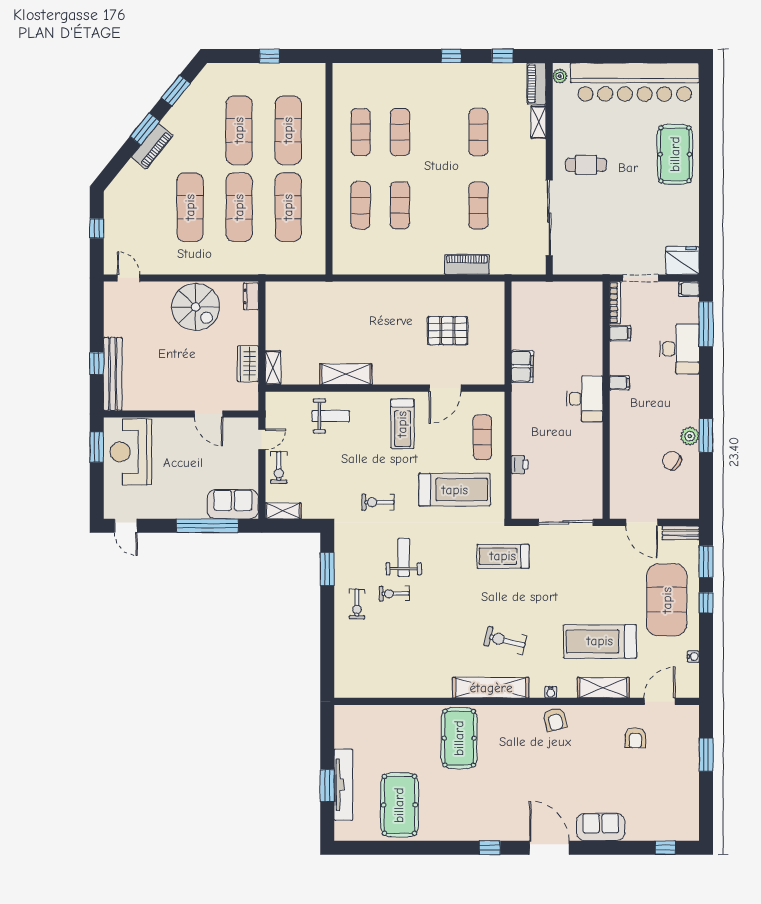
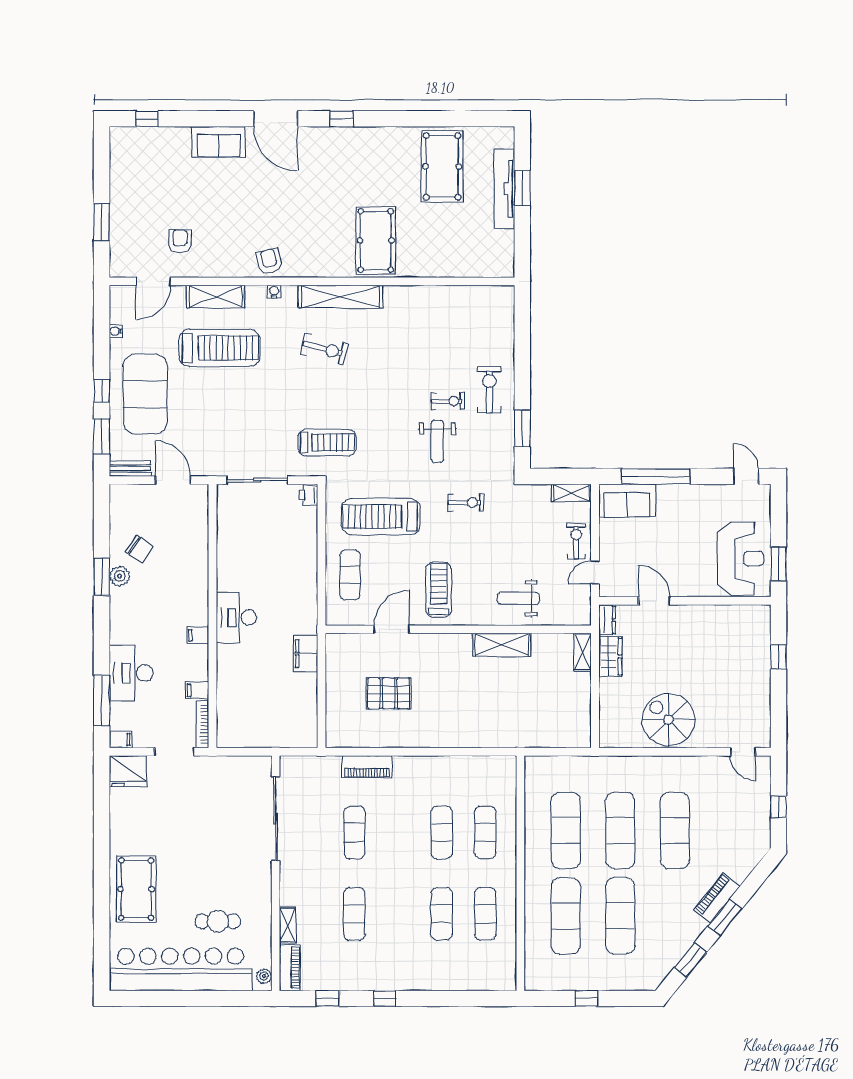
cafe table: (586, 165) -> (218, 921), moved
dresser: (251, 296) -> (607, 620), moved
bench: (113, 374) -> (761, 645), removed
printer: (520, 465) -> (309, 495), moved
exercise bike: (357, 604) -> (489, 390), width x1.38, depth x1.39

